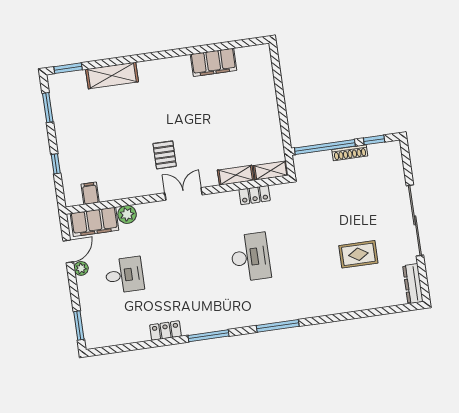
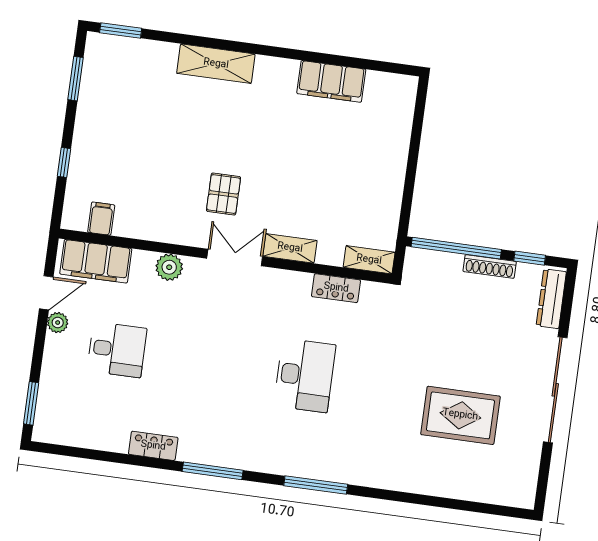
shelving: (112, 75) -> (216, 64), moved
shelving: (236, 175) -> (290, 248), moved
plant: (127, 214) -> (169, 267), moved
rug: (358, 254) -> (460, 415), width x1.36, depth x1.43
dresser: (413, 284) -> (551, 299), moved

